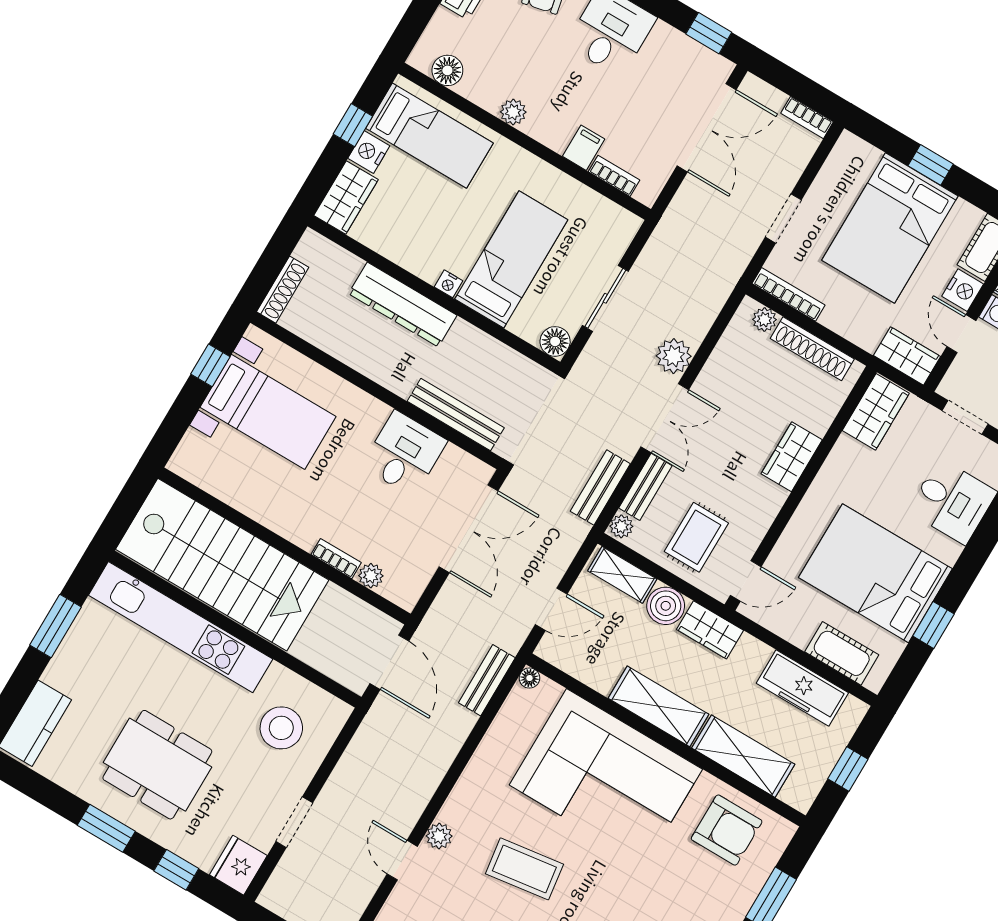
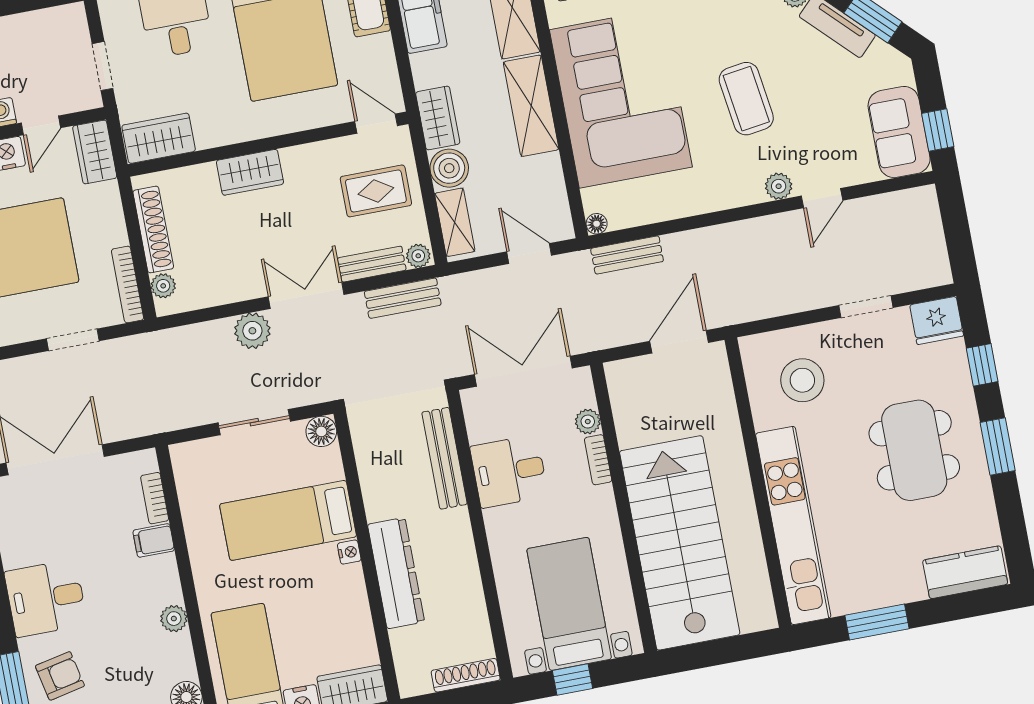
wall: (284, 546) -> (623, 508), moved
bookcase: (336, 559) -> (598, 460), moved
stairs: (222, 565) -> (680, 543), moved
plant: (371, 576) -> (588, 422), moved

